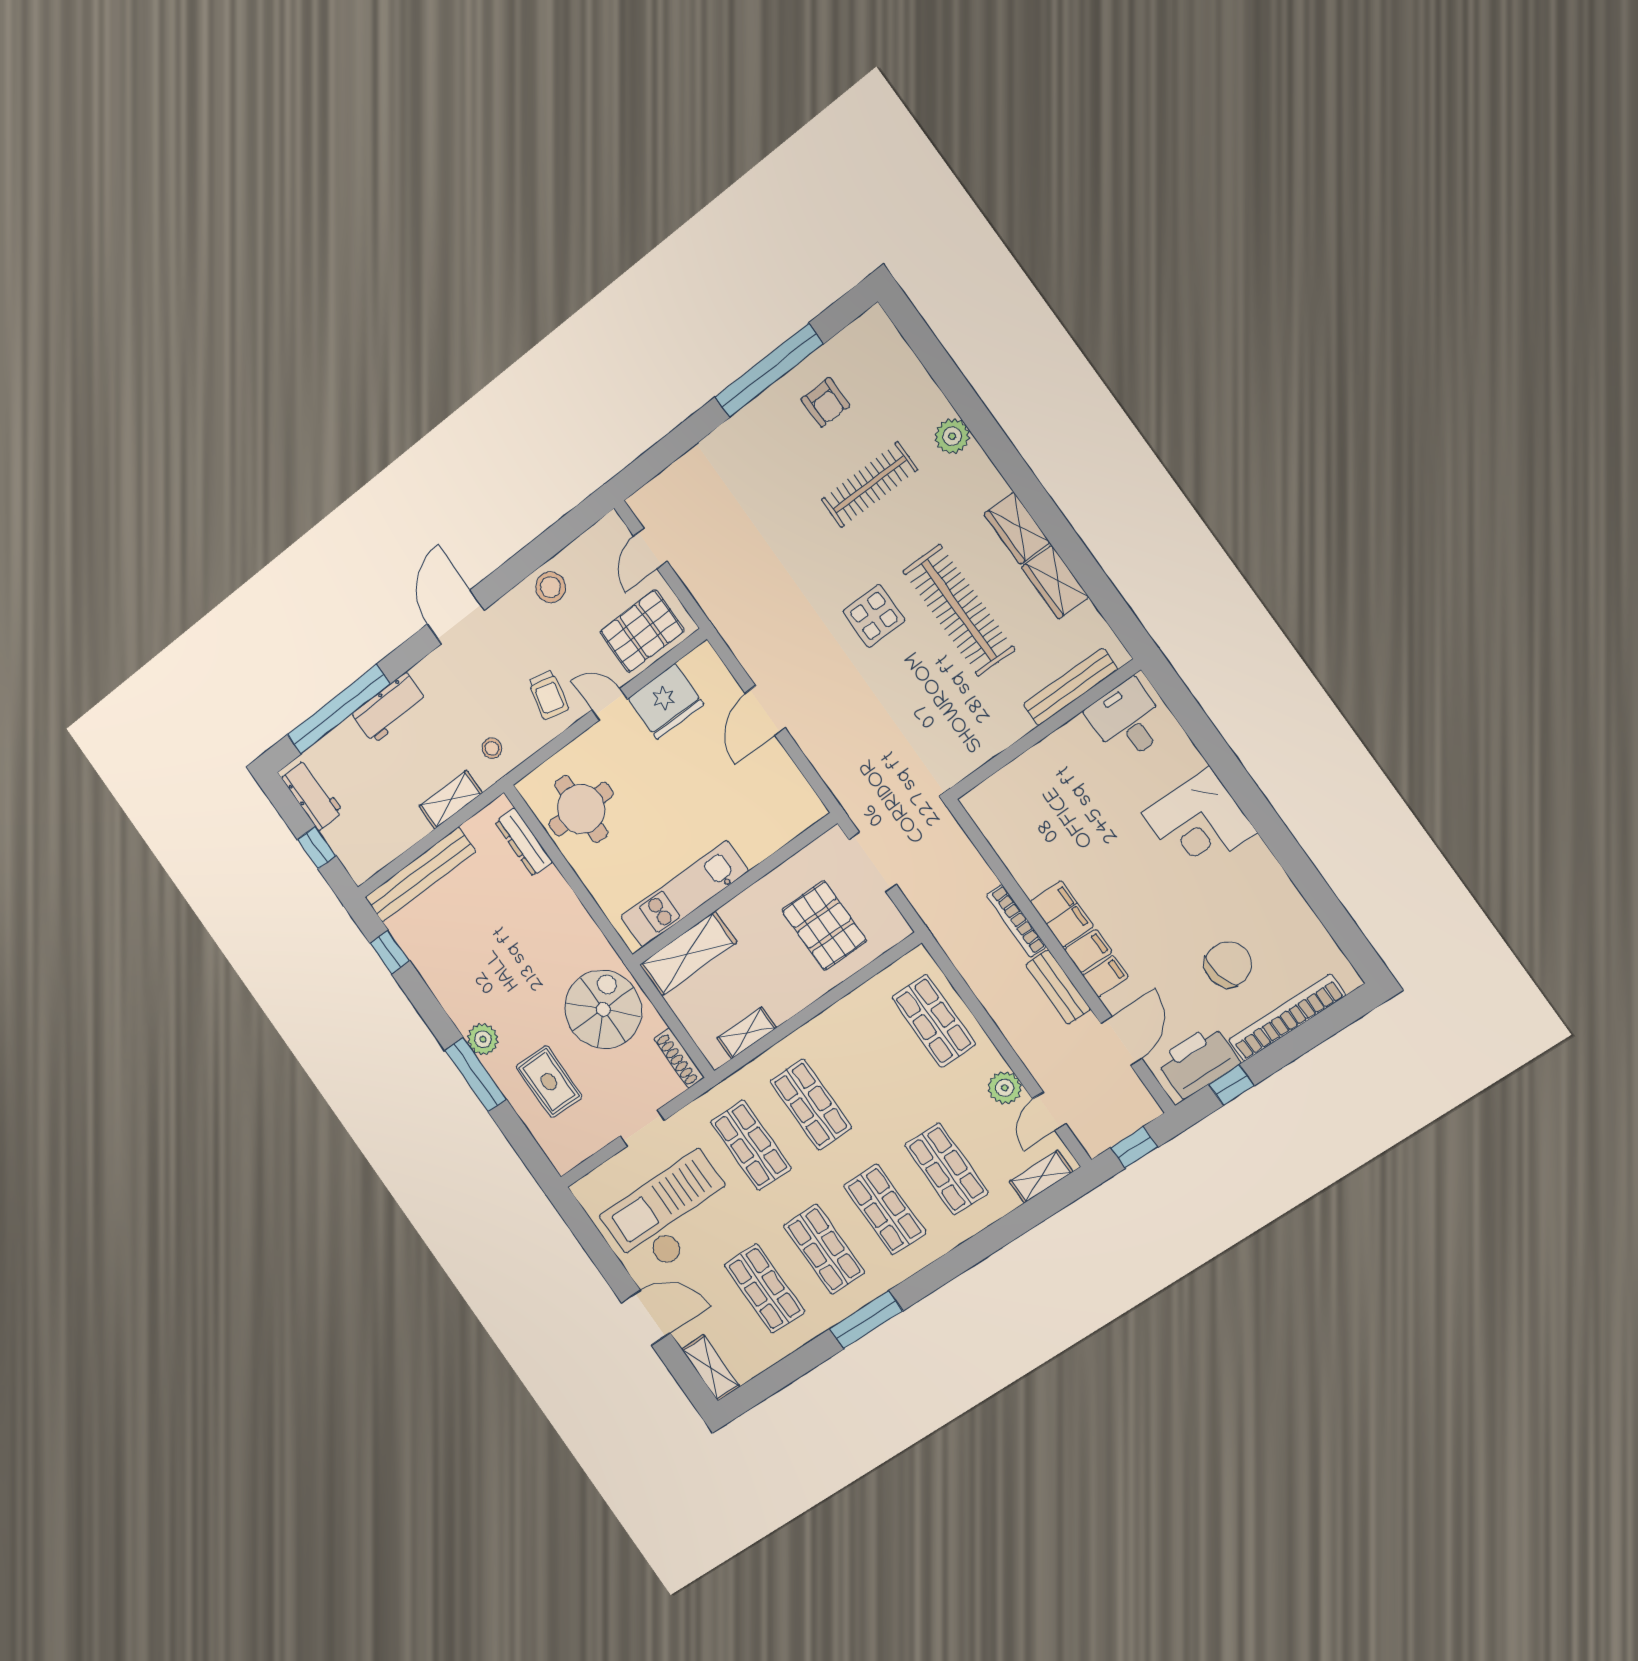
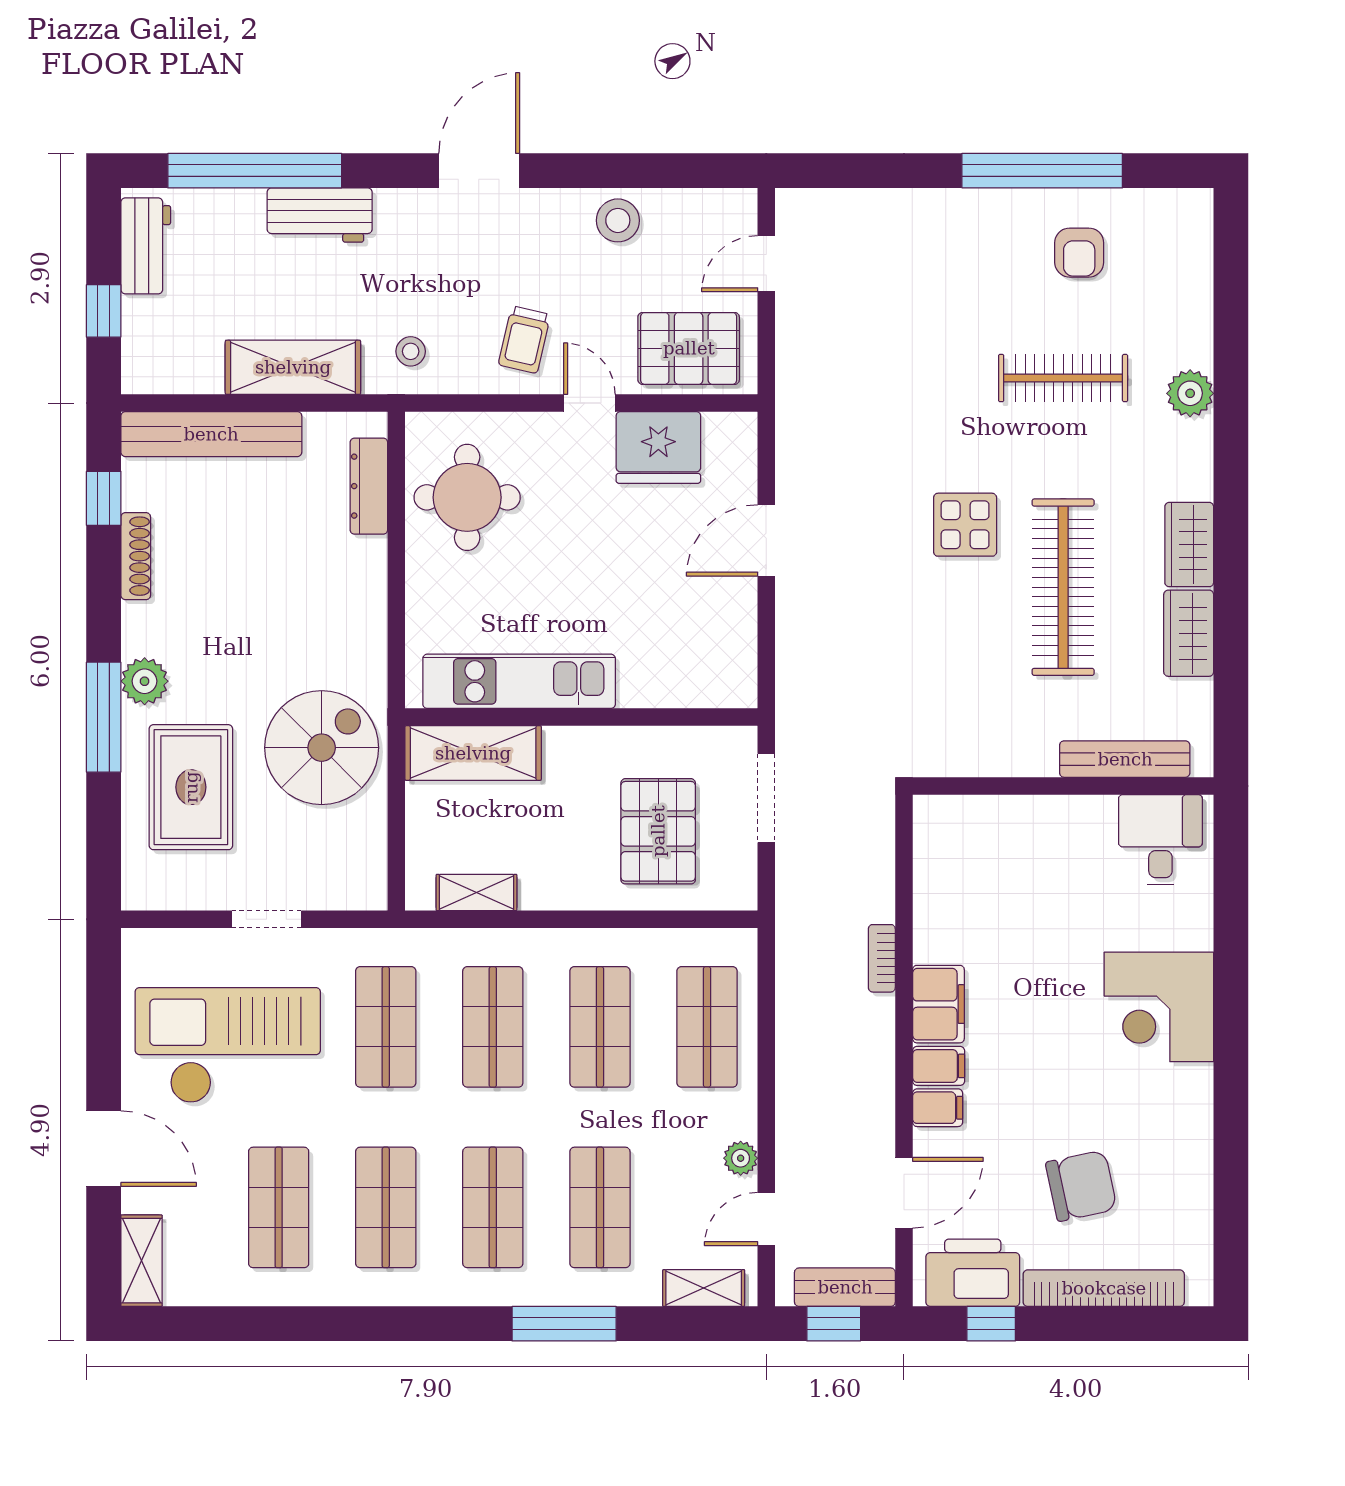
shelving: (451, 800) -> (293, 367), width x1.50, depth x1.33
bookcase: (1016, 921) -> (882, 958), width x0.64
bench: (1058, 987) -> (845, 1287), moved, turned 90
shoe rack: (679, 1058) -> (136, 556), moved, turned 180
shop shelf: (872, 1063) -> (600, 1027), added
rug: (549, 1082) -> (191, 787), width x1.36, depth x1.43
plant: (1005, 1088) -> (741, 1158), width x0.73, depth x0.73
window: (866, 1320) -> (564, 1324), moved

